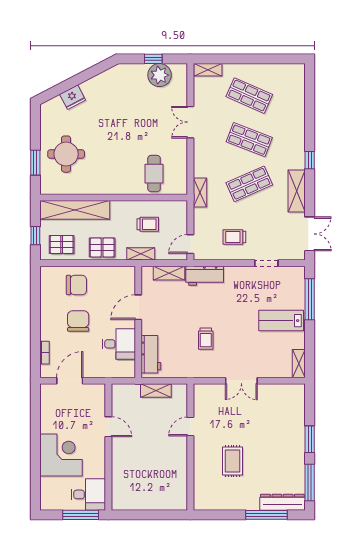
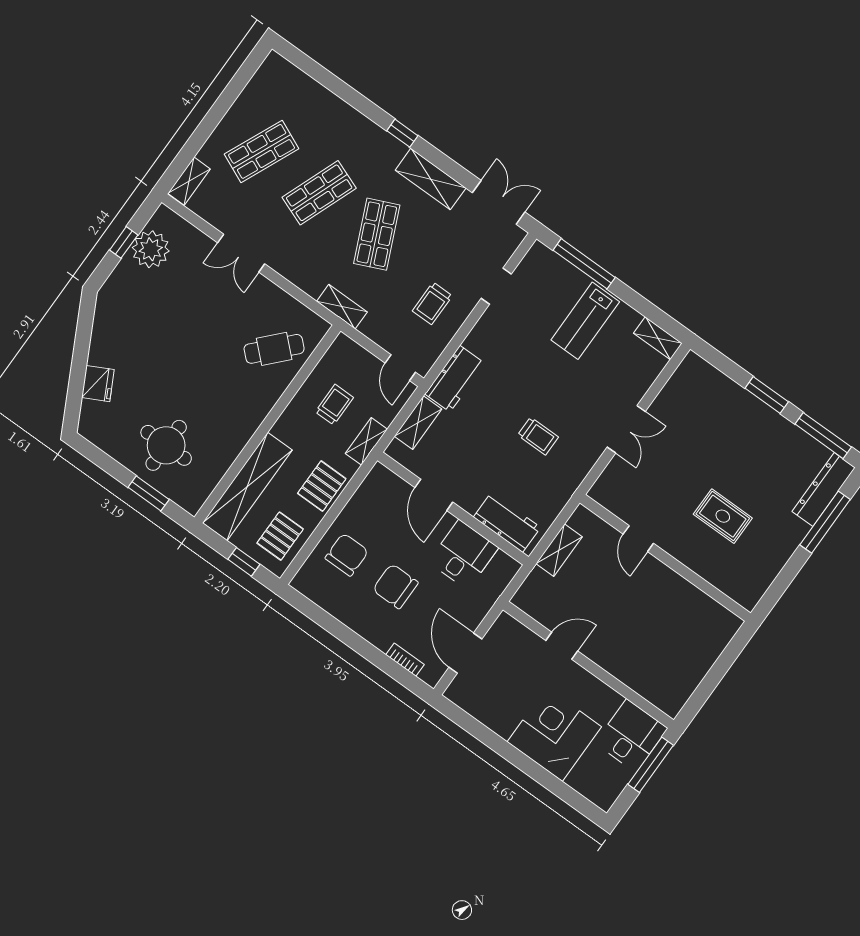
cafe table: (154, 174) -> (274, 349), turned -47

